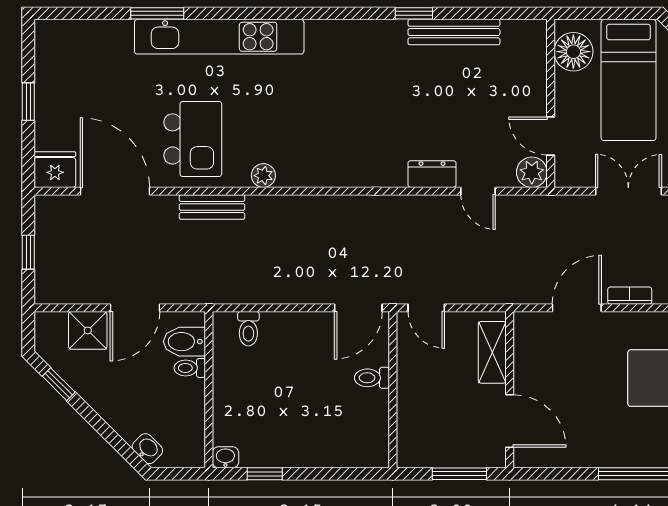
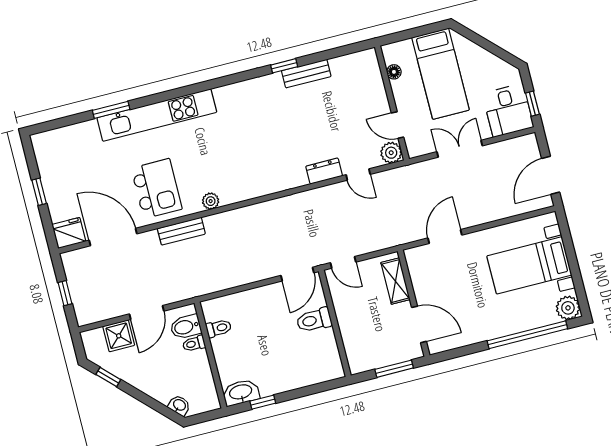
bench: (454, 32) -> (306, 74), width x0.73
floor lamp: (573, 52) -> (394, 72), width x0.53, depth x0.53
bookcase: (630, 296) -> (478, 219), removed
toilet: (248, 329) -> (219, 328), moved, turned -90
toilet: (372, 378) -> (314, 320), width x1.37, depth x1.39
washbasin: (225, 457) -> (241, 392), width x1.91, depth x1.45

